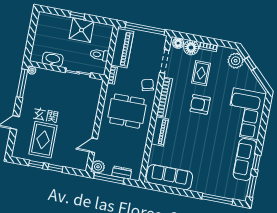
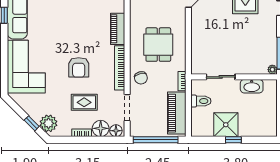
rug: (201, 73) -> (84, 102), turned 90
armchair: (200, 104) -> (79, 67), turned 90
dining table: (127, 111) -> (158, 45), width x0.73

